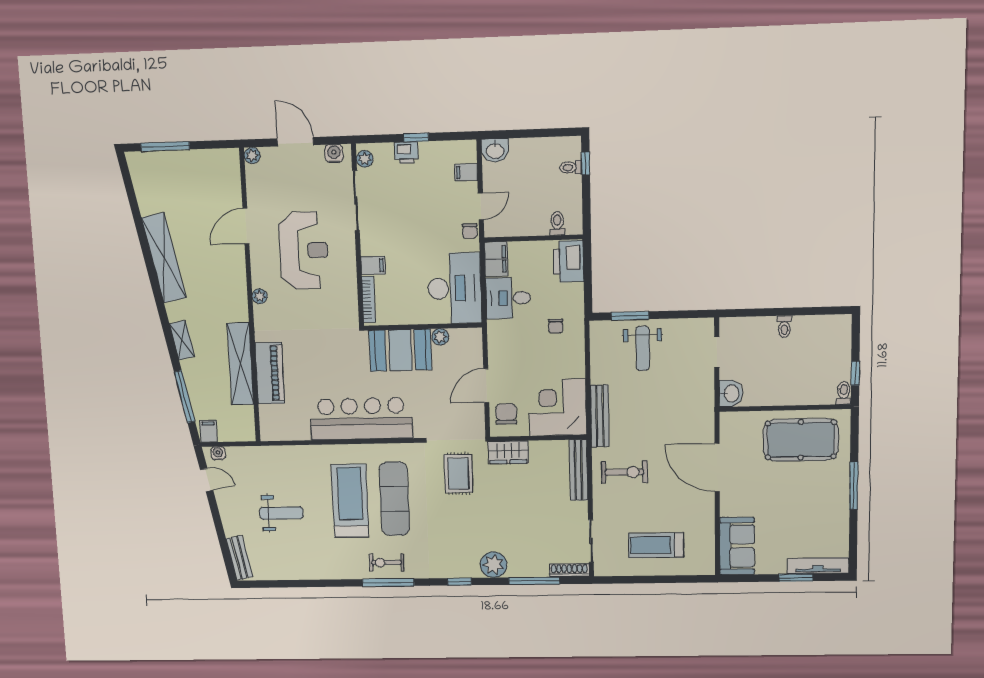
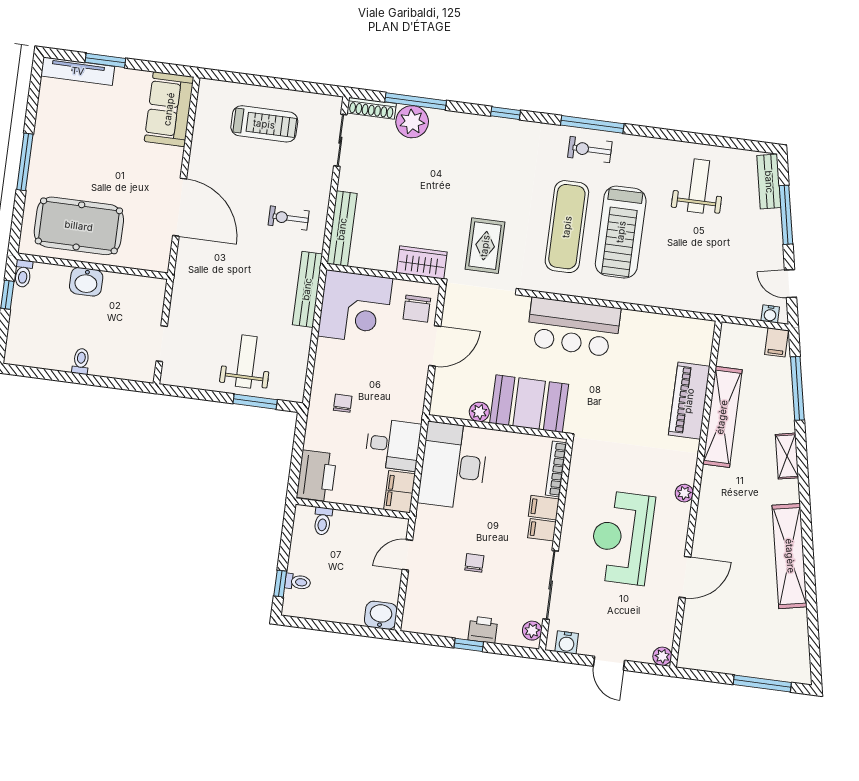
door: (295, 142) -> (609, 663), width x0.73
filing cabinet: (466, 172) -> (542, 530), moved, turned 180
chair: (470, 231) -> (474, 563), moved
washbasin: (731, 393) -> (86, 282), moved, turned -90
bar counter: (361, 419) -> (573, 327), width x0.73
exercise bike: (624, 472) -> (289, 218), width x0.73, depth x0.72
weight bench: (281, 513) -> (699, 186), moved, turned 90
window: (221, 534) -> (786, 215), added
exercise bike: (387, 563) -> (590, 150), turned 180
plant: (494, 565) -> (412, 122), moved

